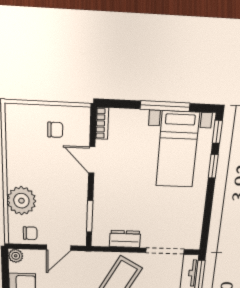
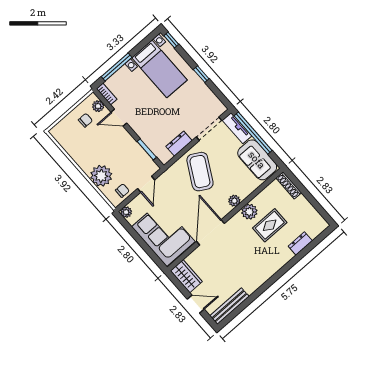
window: (165, 106) -> (117, 67), moved
plant: (82, 128) -> (98, 106), added
window: (213, 166) -> (201, 74), moved

